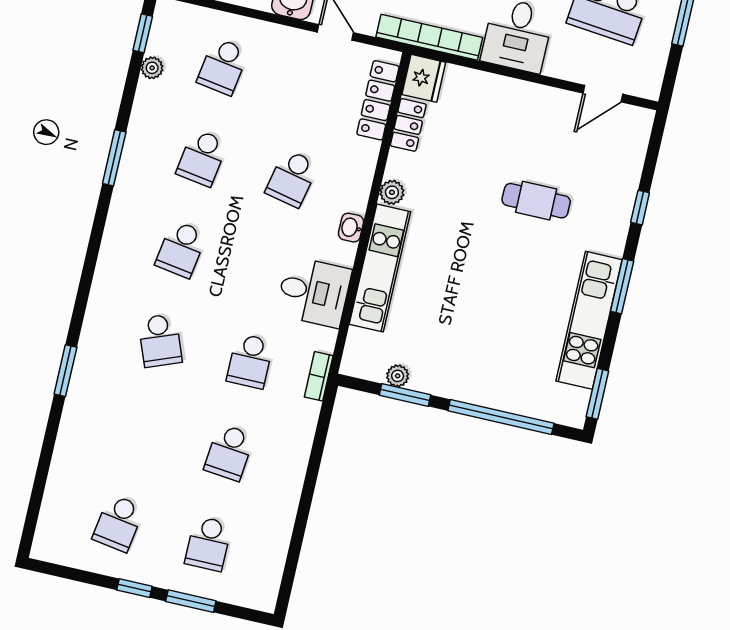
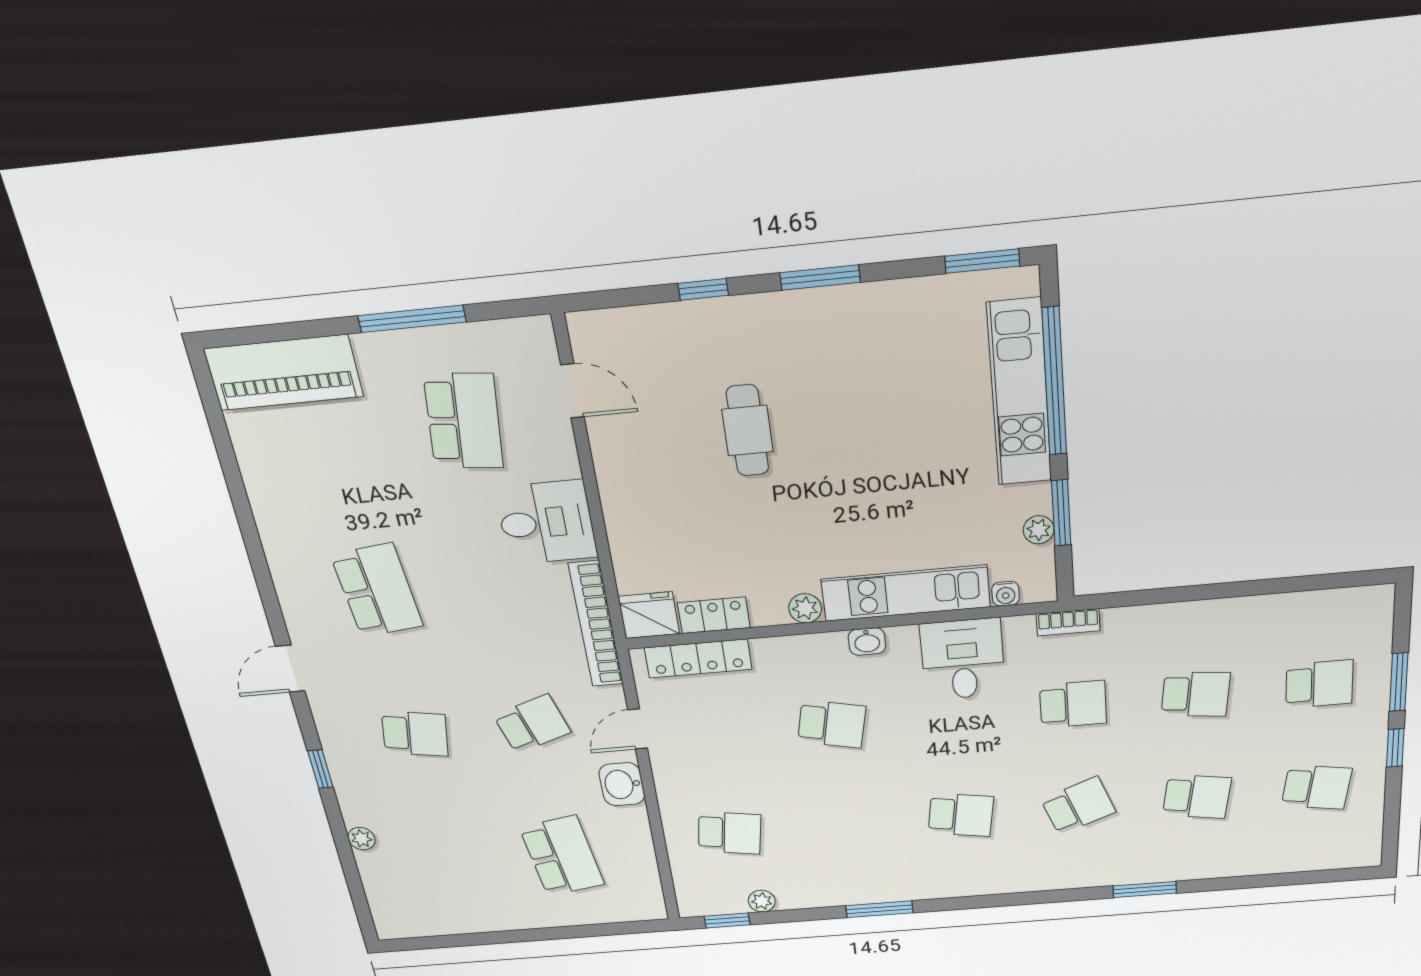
school desk: (202, 158) -> (1197, 796), moved
kitchen unit: (589, 320) -> (1020, 393), moved, turned 90
water cooler: (356, 338) -> (1006, 594), added

